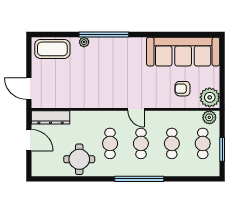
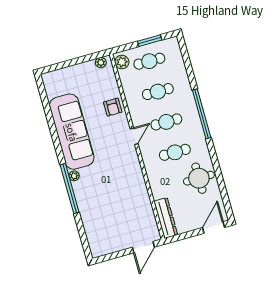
plant: (84, 42) -> (74, 176), moved
coffee table: (52, 49) -> (98, 235), removed
sofa: (183, 52) -> (72, 132), moved
armchair: (183, 89) -> (113, 107), moved
plant: (210, 97) -> (101, 63), width x0.53, depth x0.53
door: (29, 140) -> (214, 227), moved

